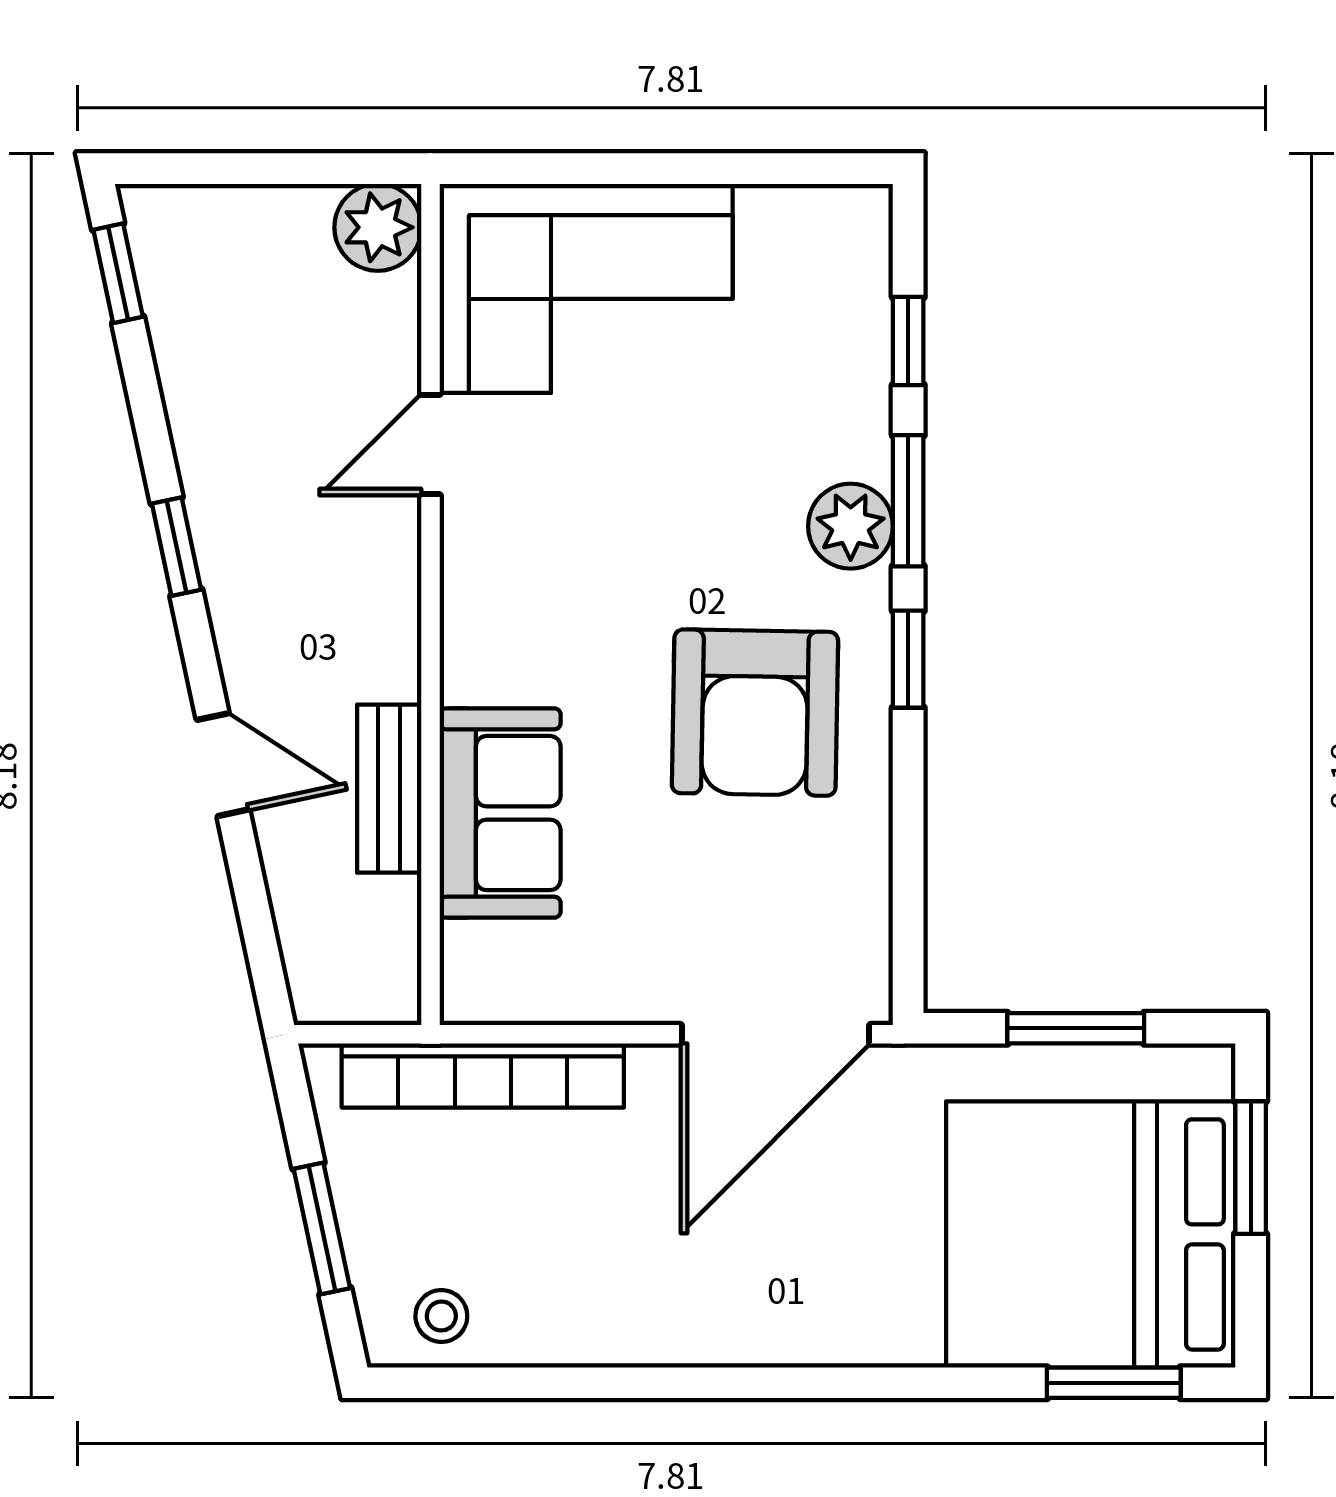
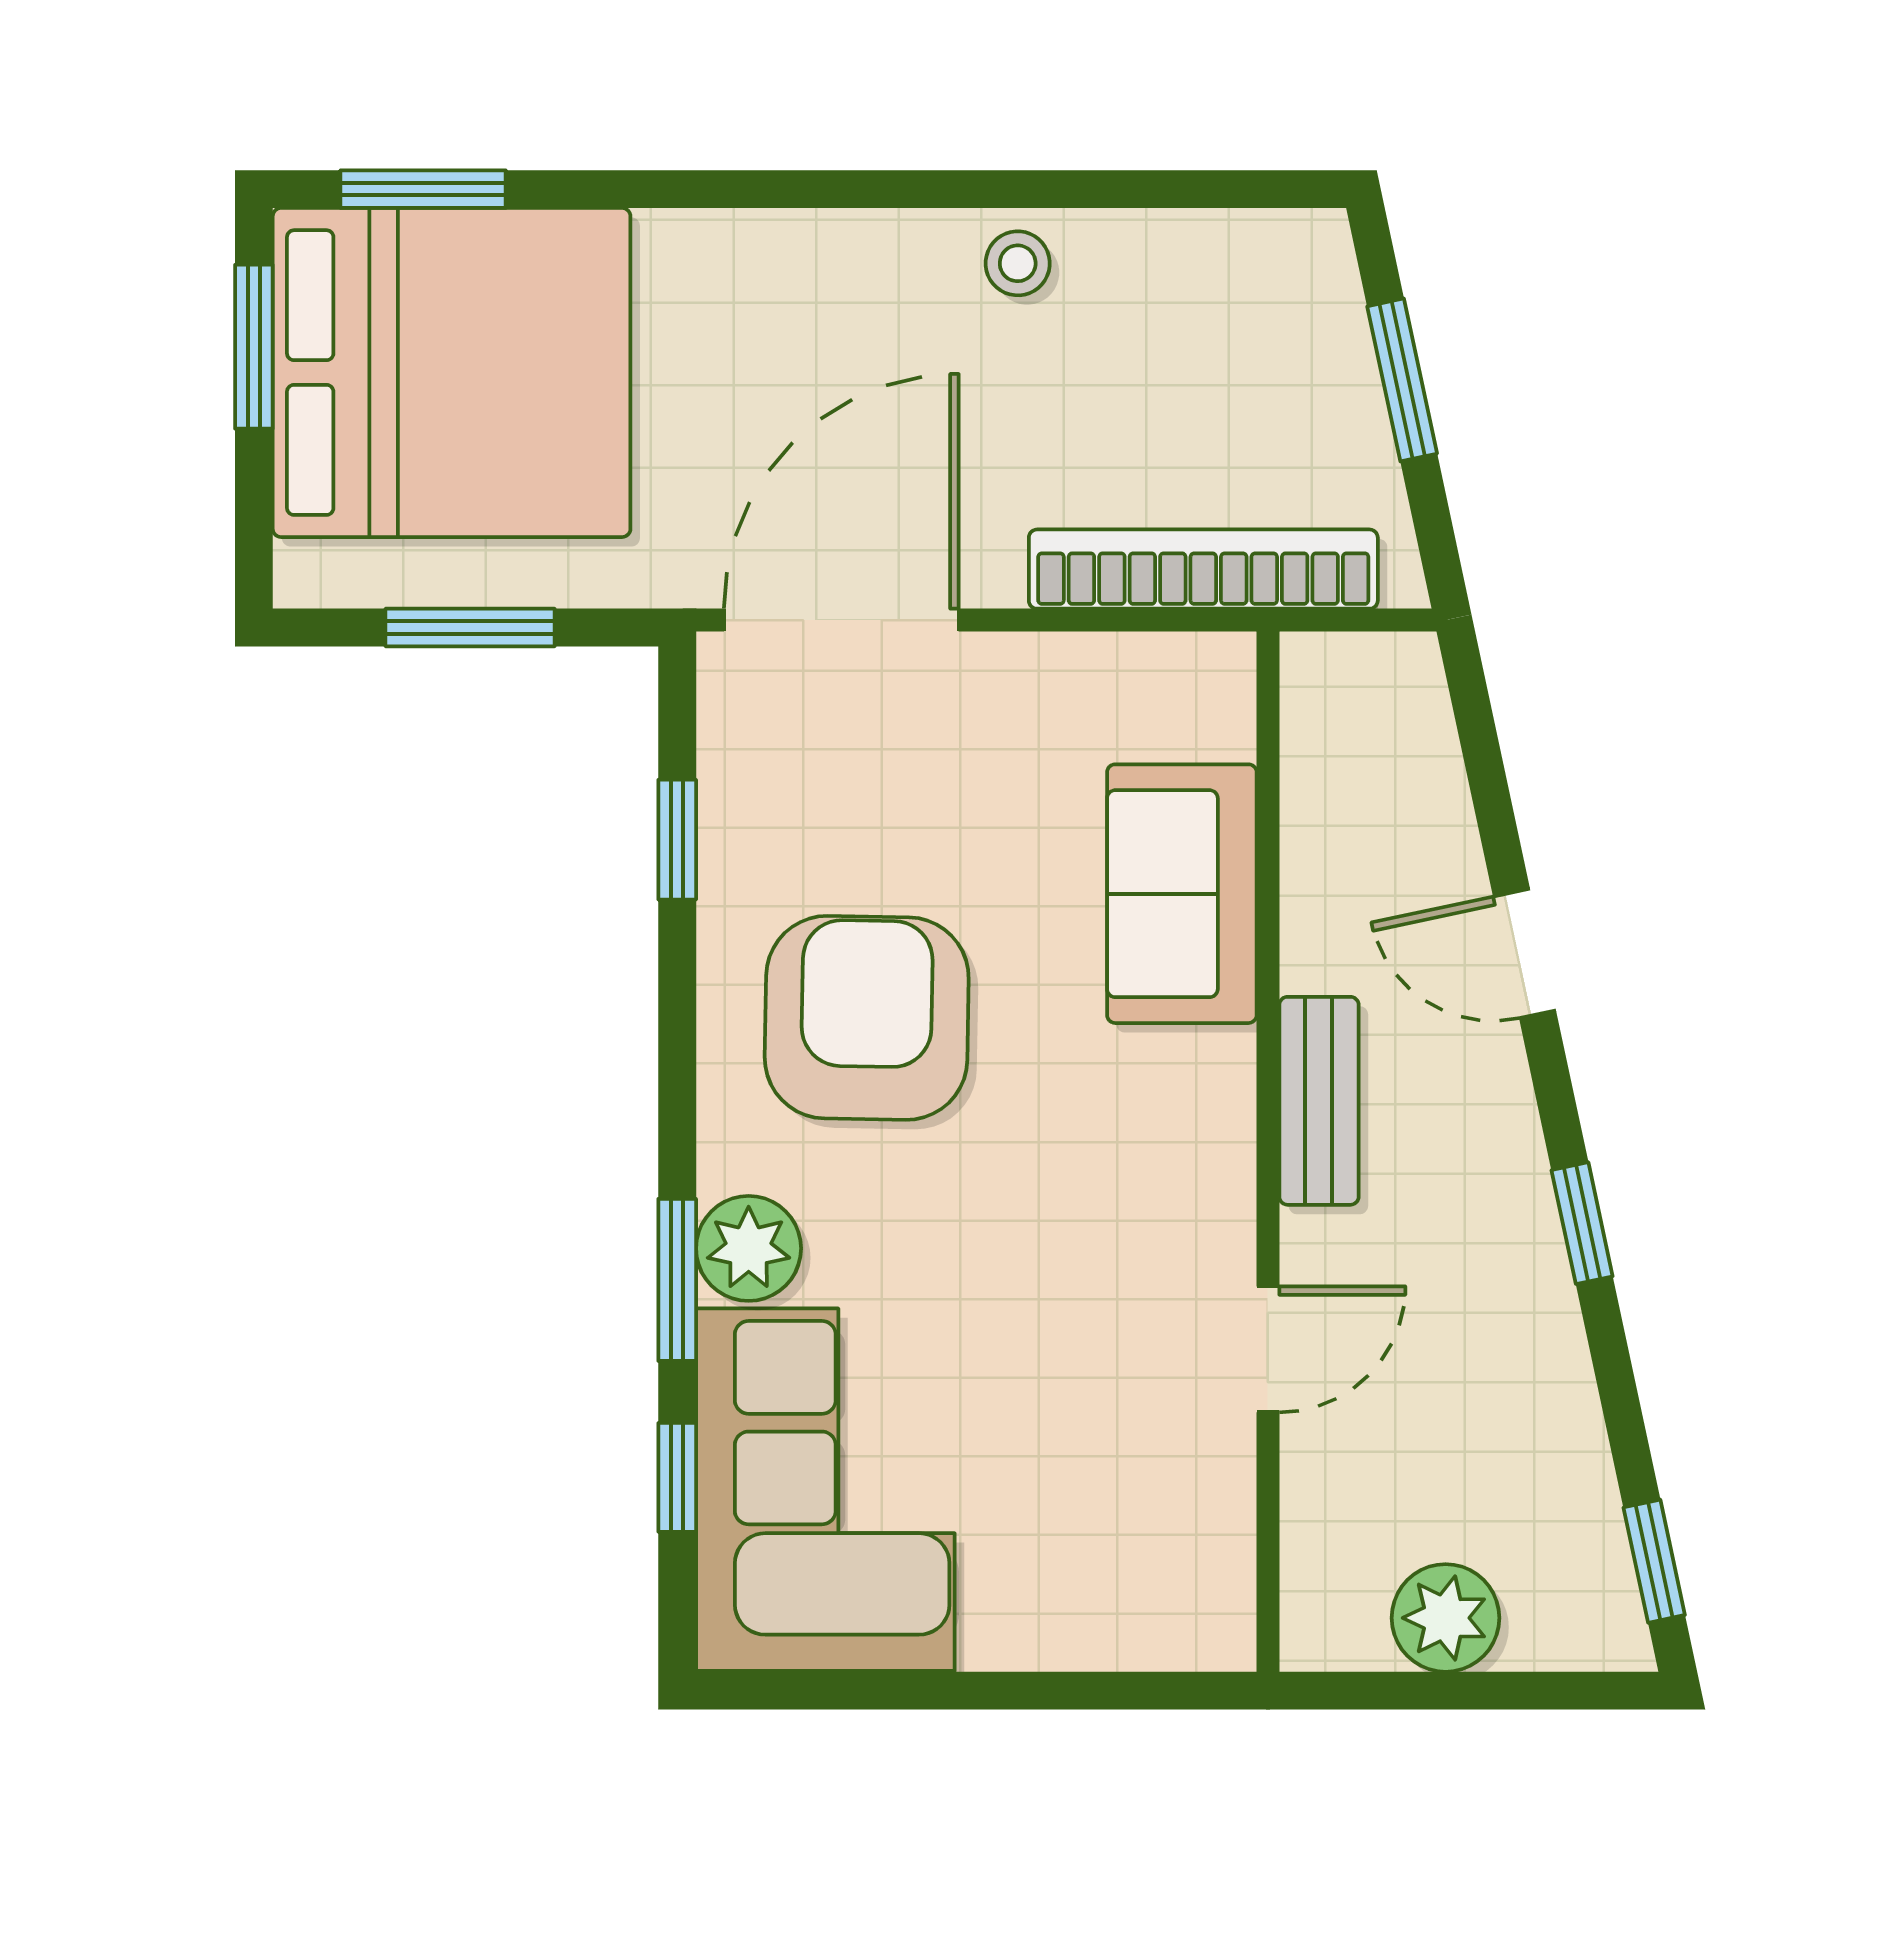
plant: (378, 227) -> (1446, 1618), moved
corner sofa: (586, 288) -> (825, 1490), moved, turned 90
window: (908, 659) -> (677, 840), moved
bench: (389, 789) -> (1319, 1101), moved
window: (1251, 1168) -> (254, 347), moved
stool: (441, 1316) -> (1018, 263), moved

